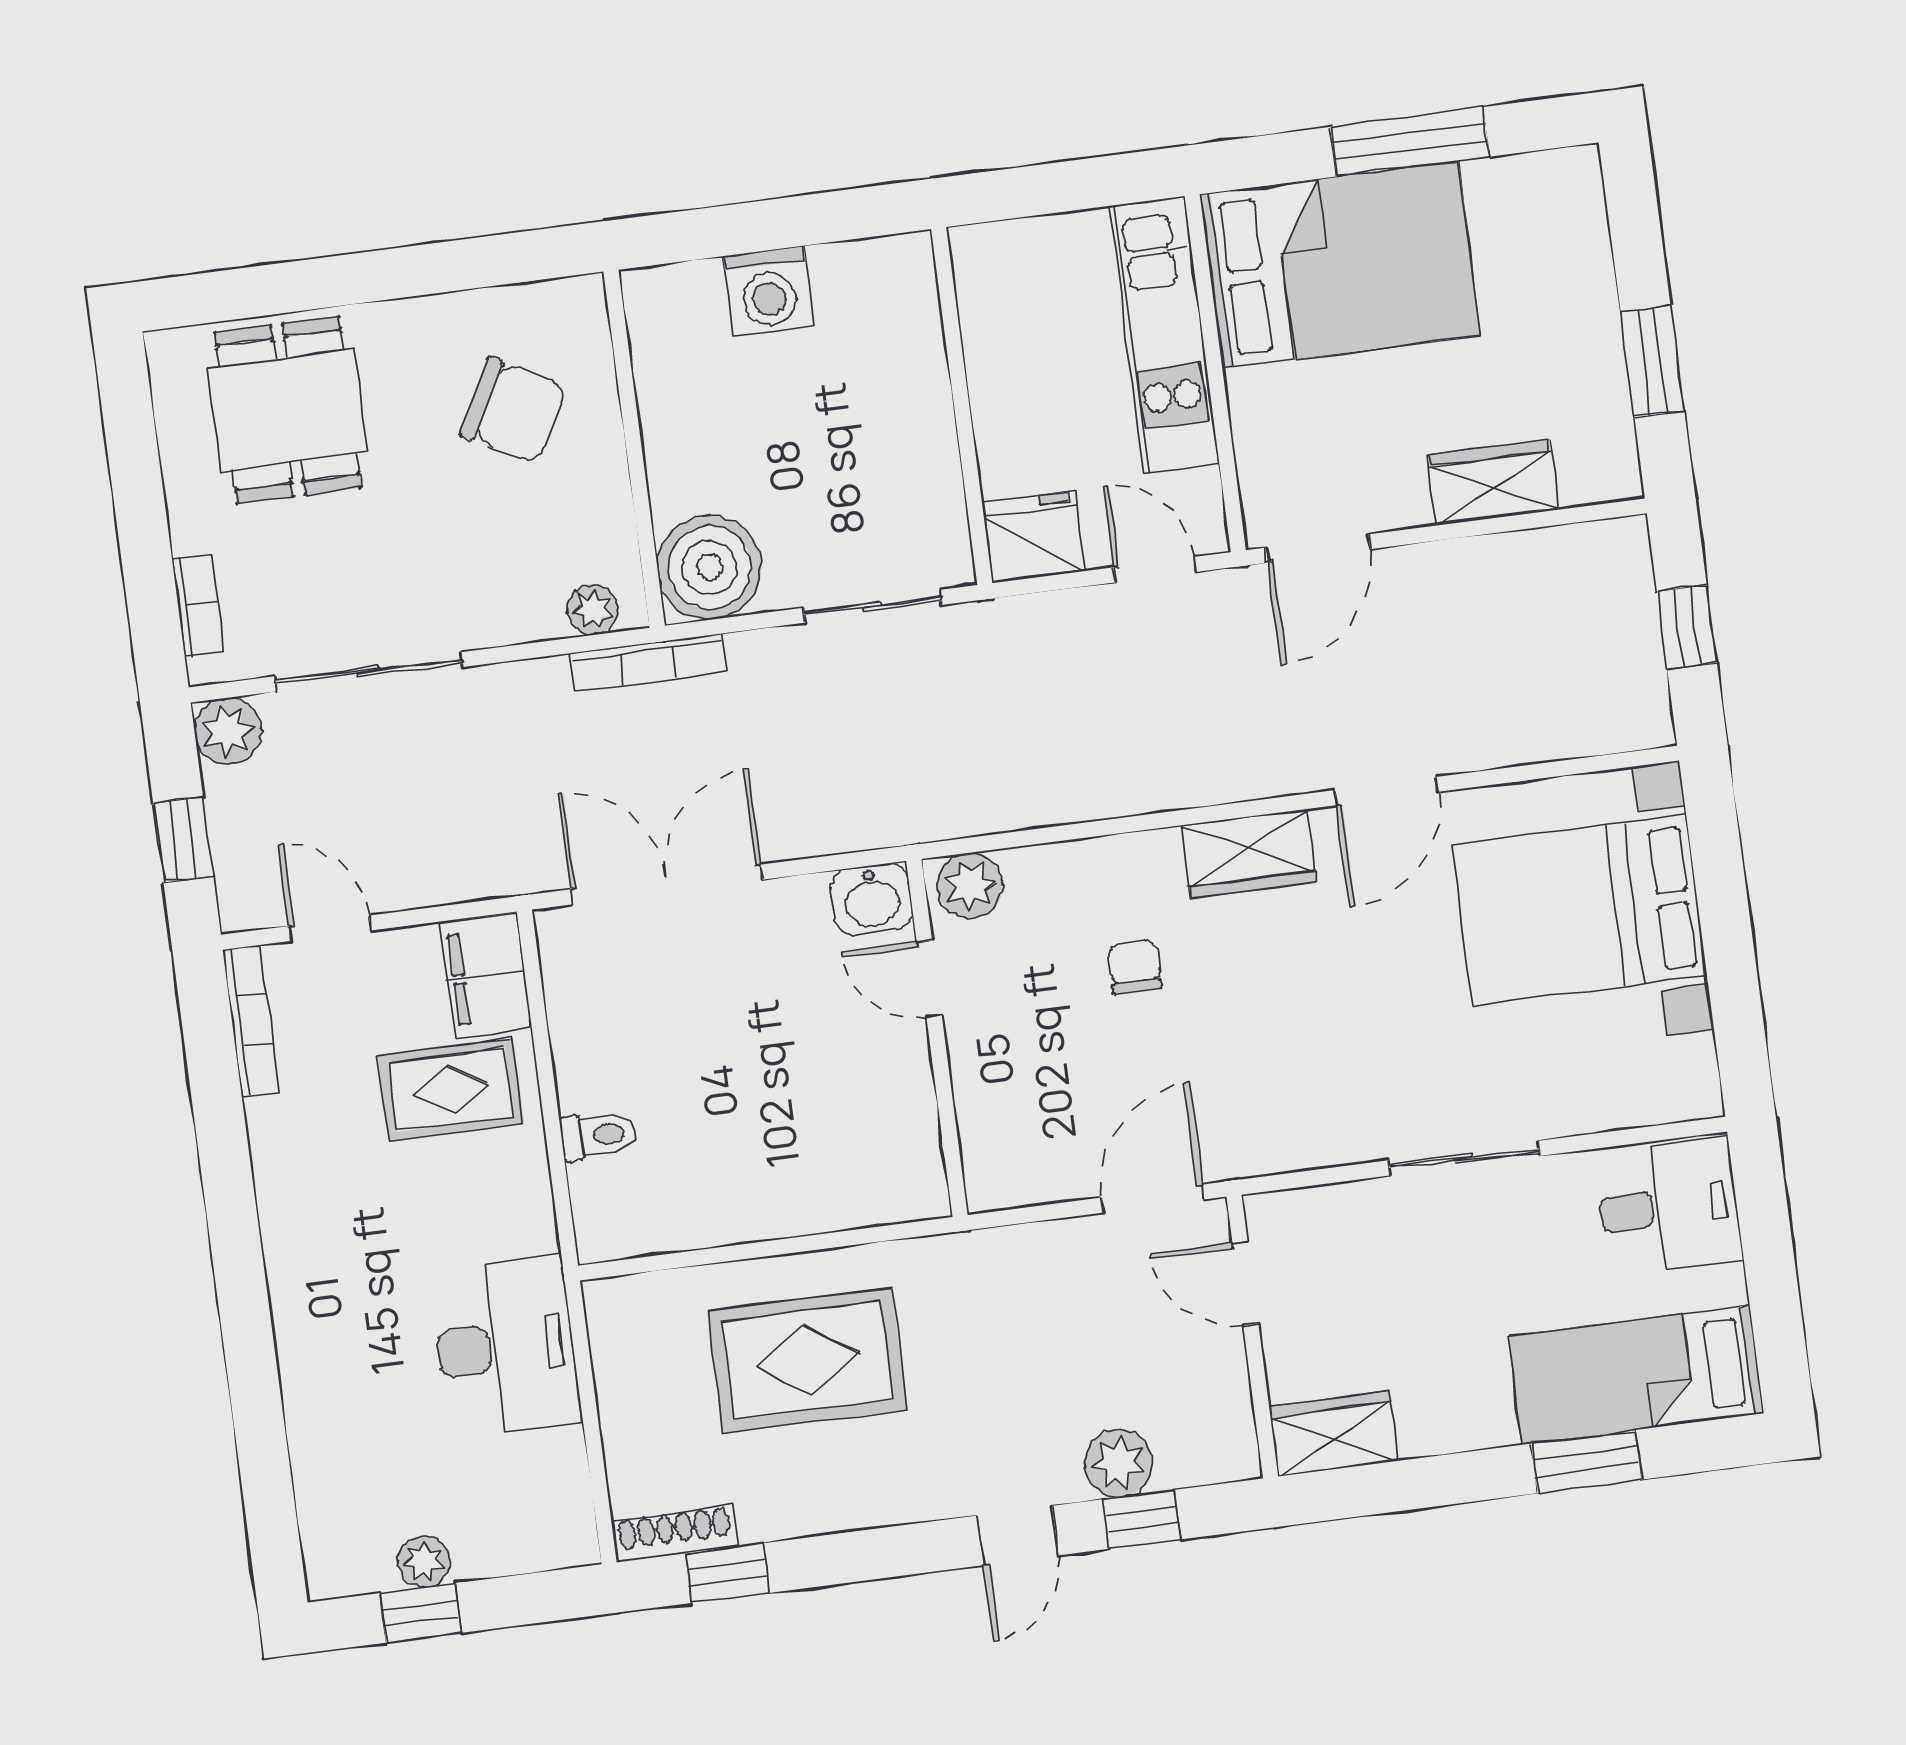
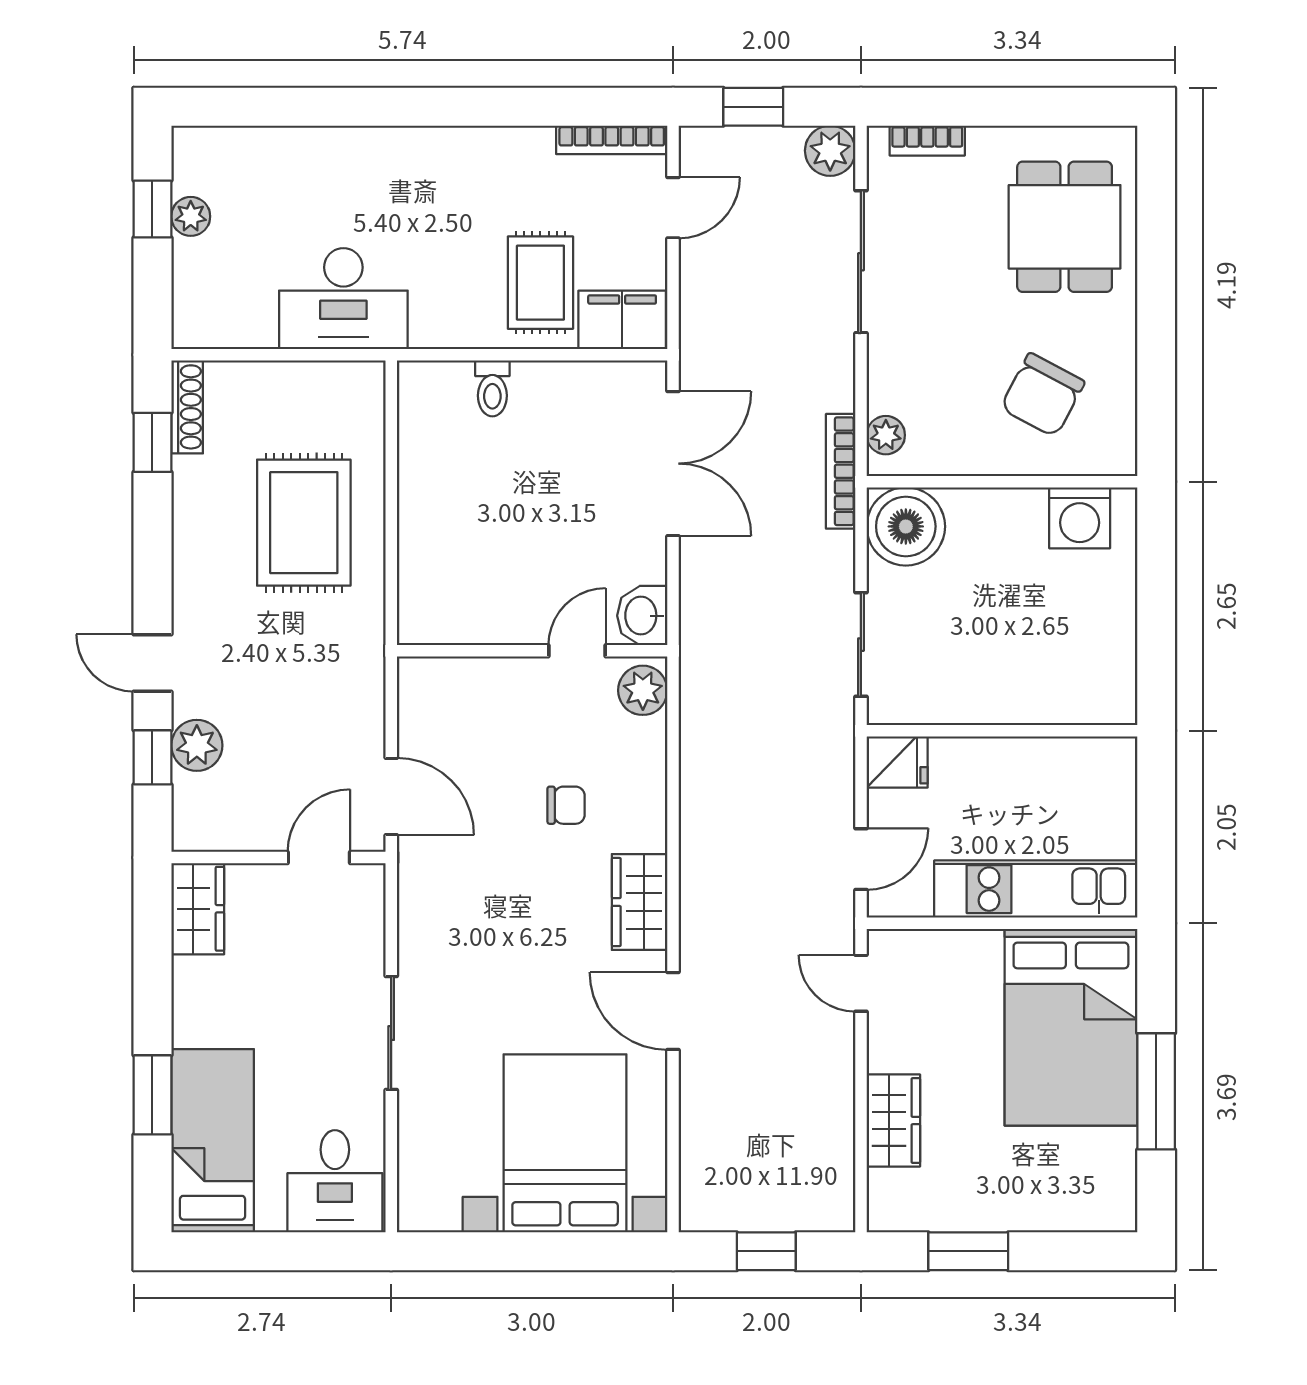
washing machine: (768, 291) -> (1080, 518), moved, turned -90
dining table: (288, 410) -> (1065, 227), turned 90
fridge: (1034, 537) -> (897, 762), width x0.72
door: (1318, 548) -> (861, 983), width x0.73

